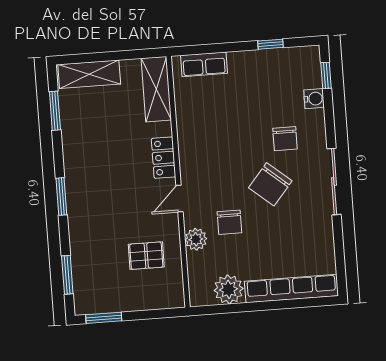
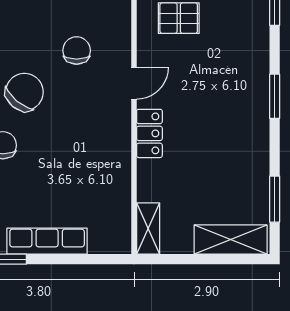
row of seats: (204, 64) -> (47, 241), moved, width x1.48
shelving: (156, 89) -> (148, 229), width x0.67, depth x0.75
plant: (196, 239) -> (118, 33), removed

